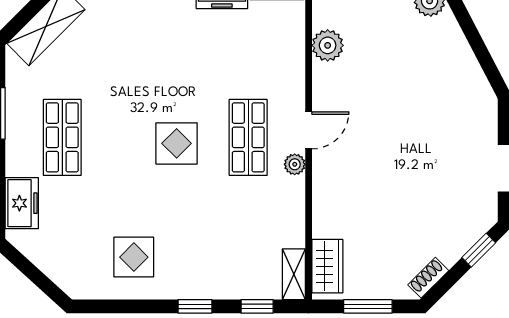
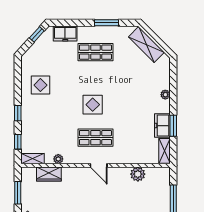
plant: (295, 164) -> (58, 159), moved
window: (24, 265) -> (37, 34), added
wardrobe: (327, 266) -> (49, 174), moved

